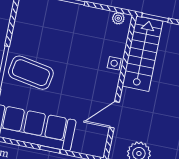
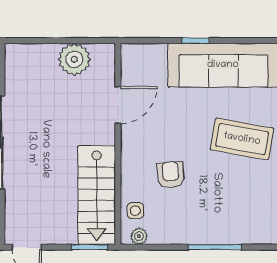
armchair: (87, 57) -> (171, 175), added
side table: (114, 63) -> (135, 211), moved

